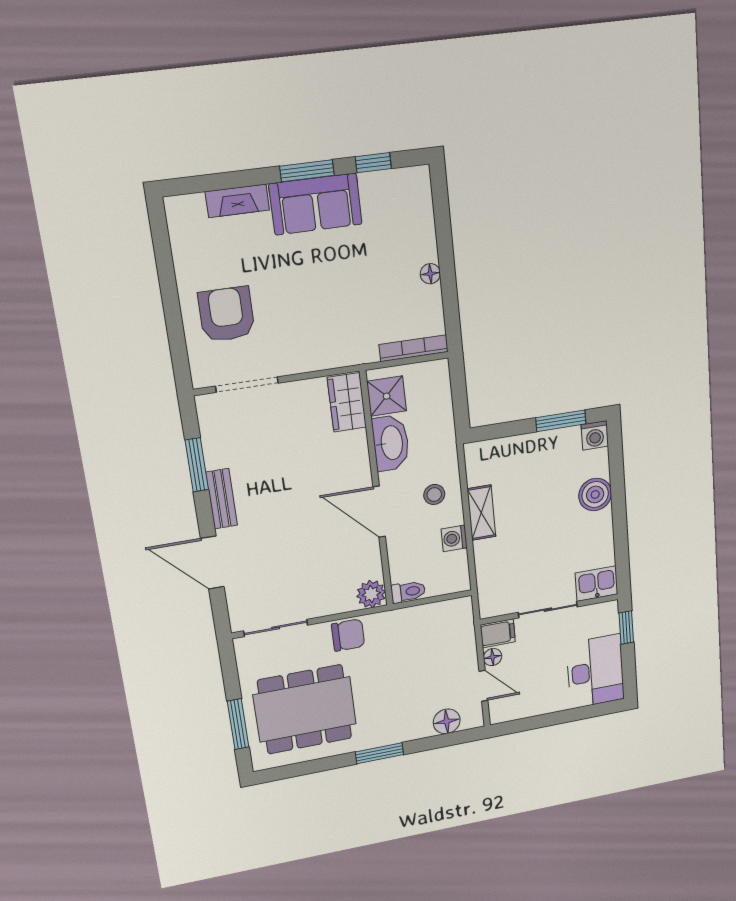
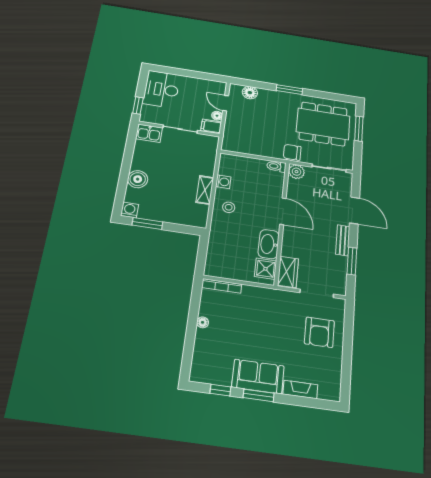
shower: (387, 396) -> (265, 269), moved
wardrobe: (347, 402) -> (288, 272), moved
washbasin: (391, 443) -> (269, 244), moved
wall: (377, 491) -> (282, 222), moved
door: (379, 512) -> (283, 211), moved
toilet: (408, 592) -> (276, 166), moved
plant: (371, 594) -> (296, 172), moved

